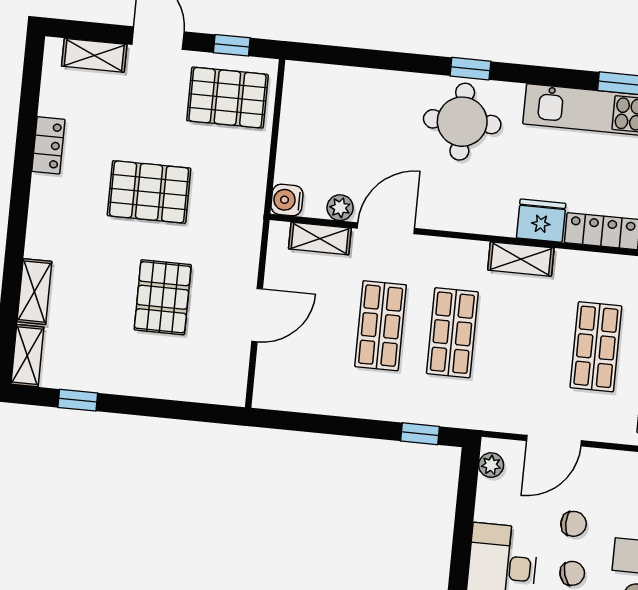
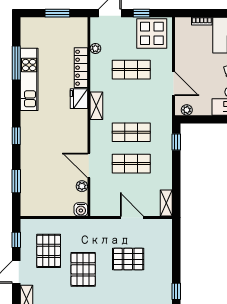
window: (366, 58) -> (16, 181), added
pallet: (227, 98) -> (49, 251), moved
round table: (462, 122) -> (40, 137), removed
shelving: (320, 238) -> (166, 203), moved
chair: (574, 524) -> (209, 72), removed

